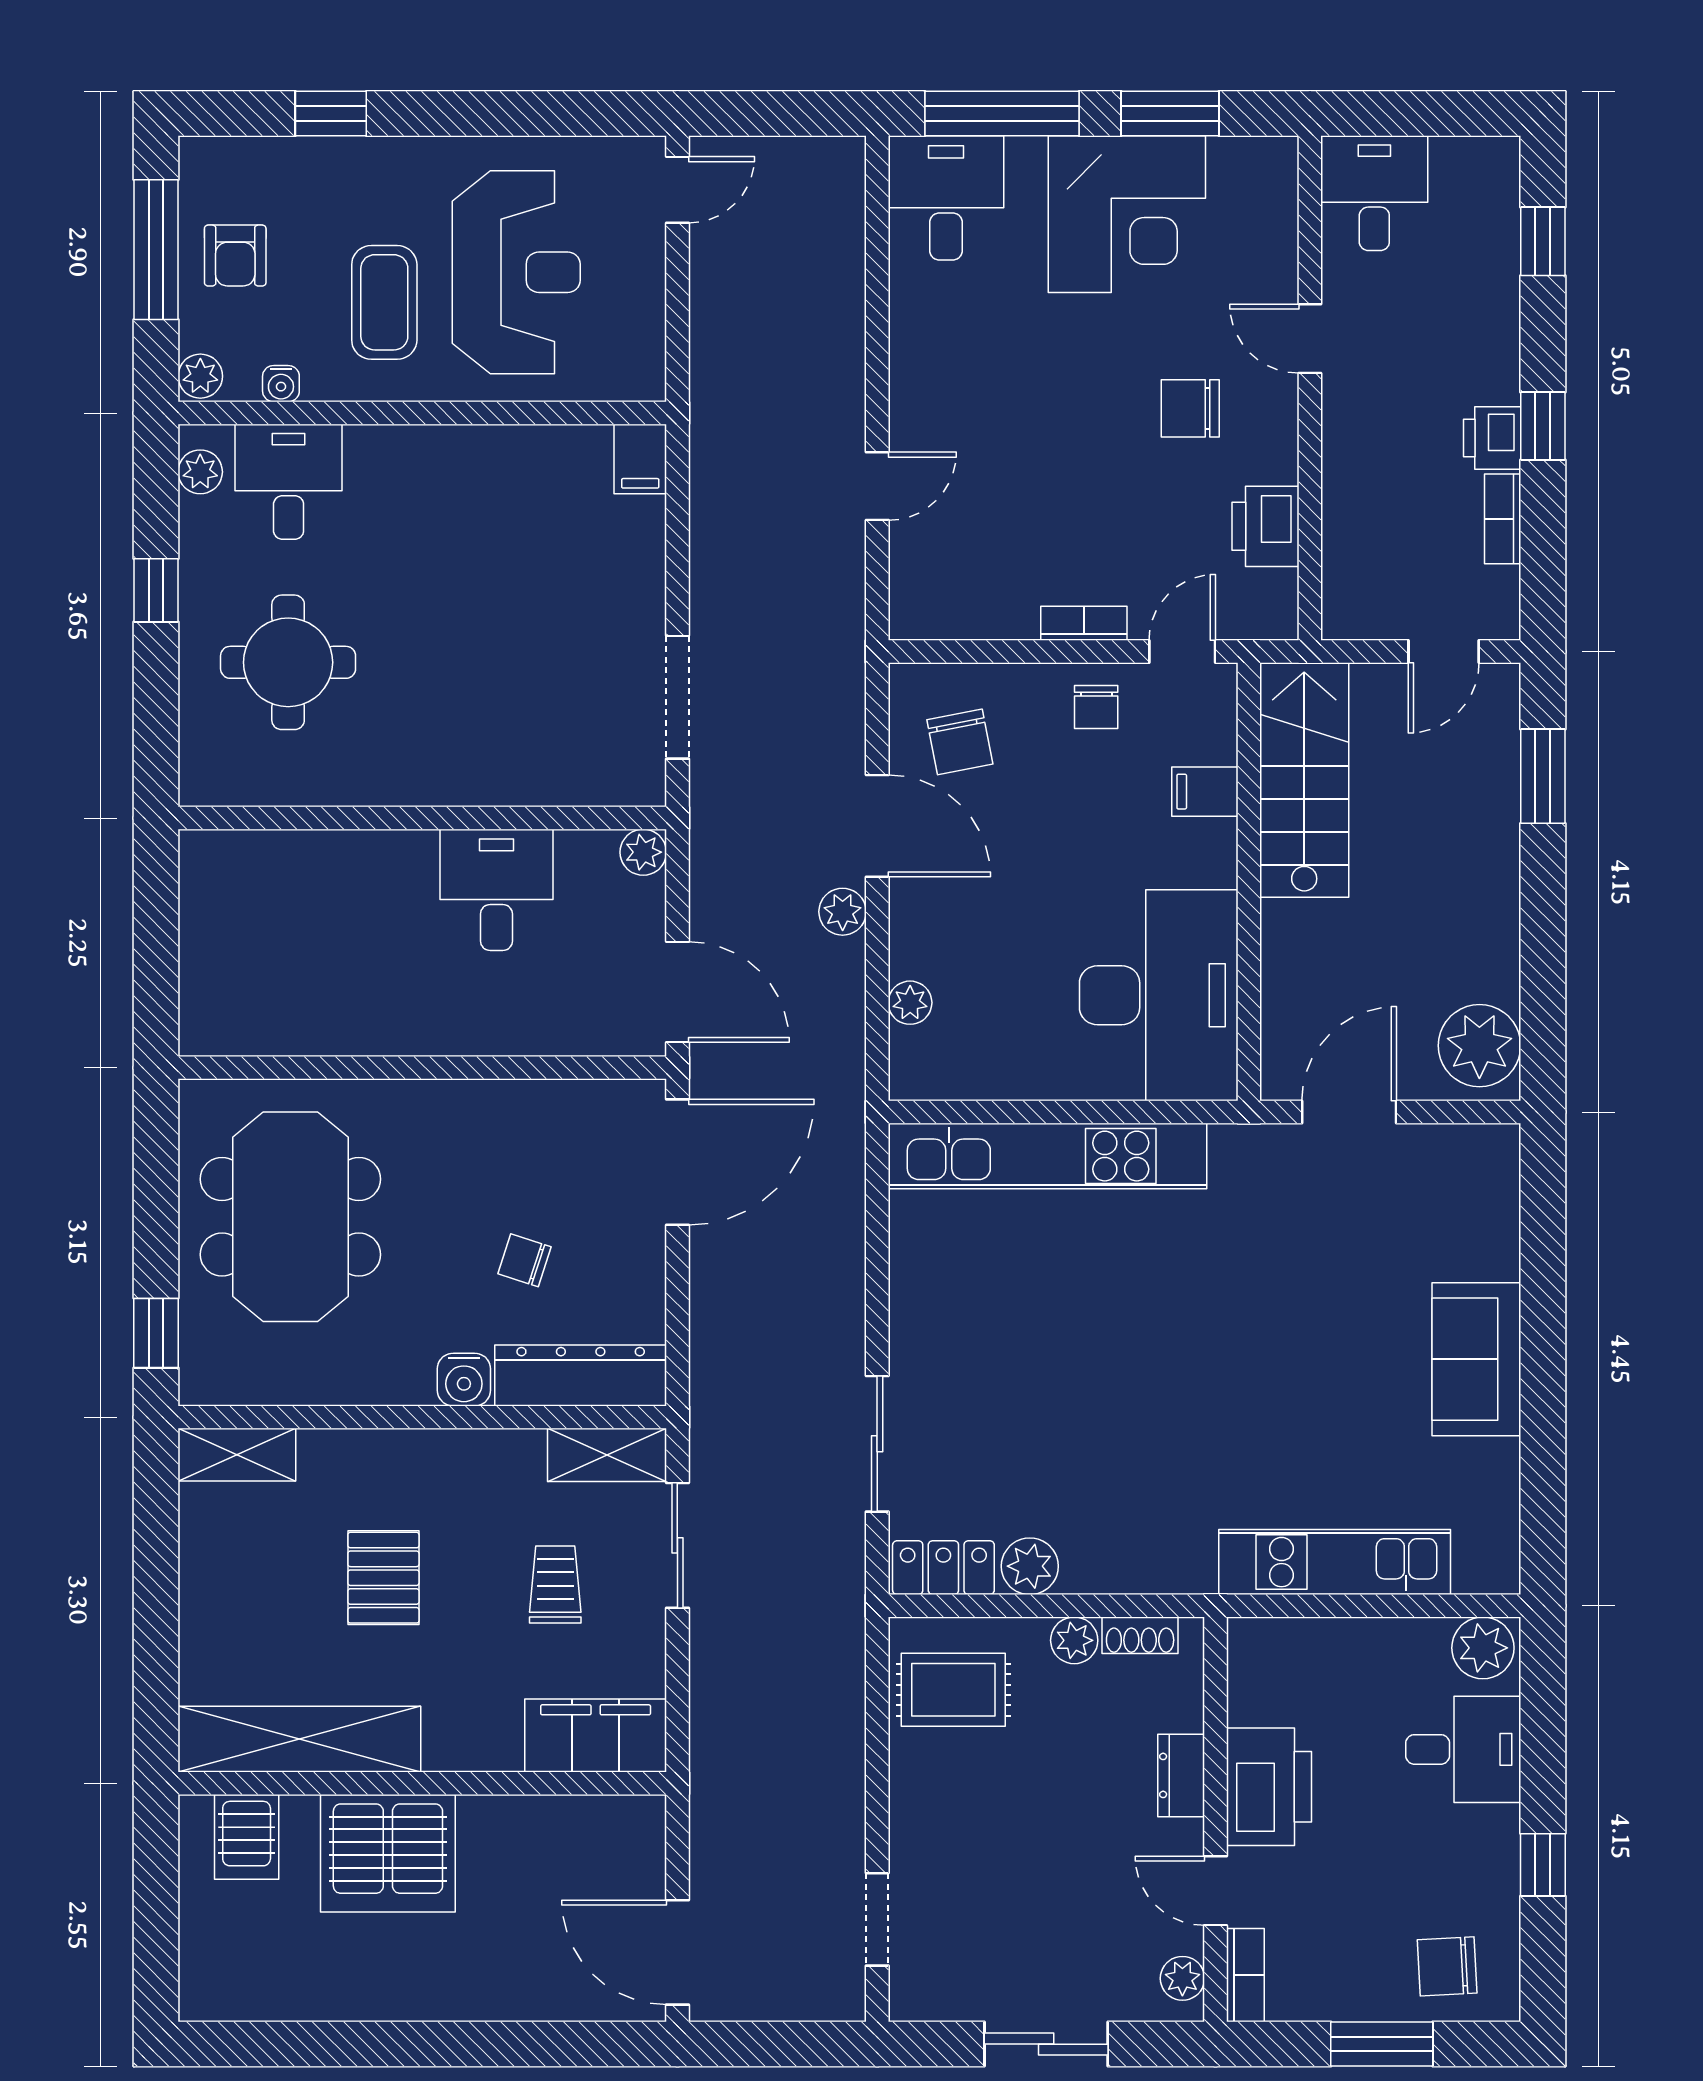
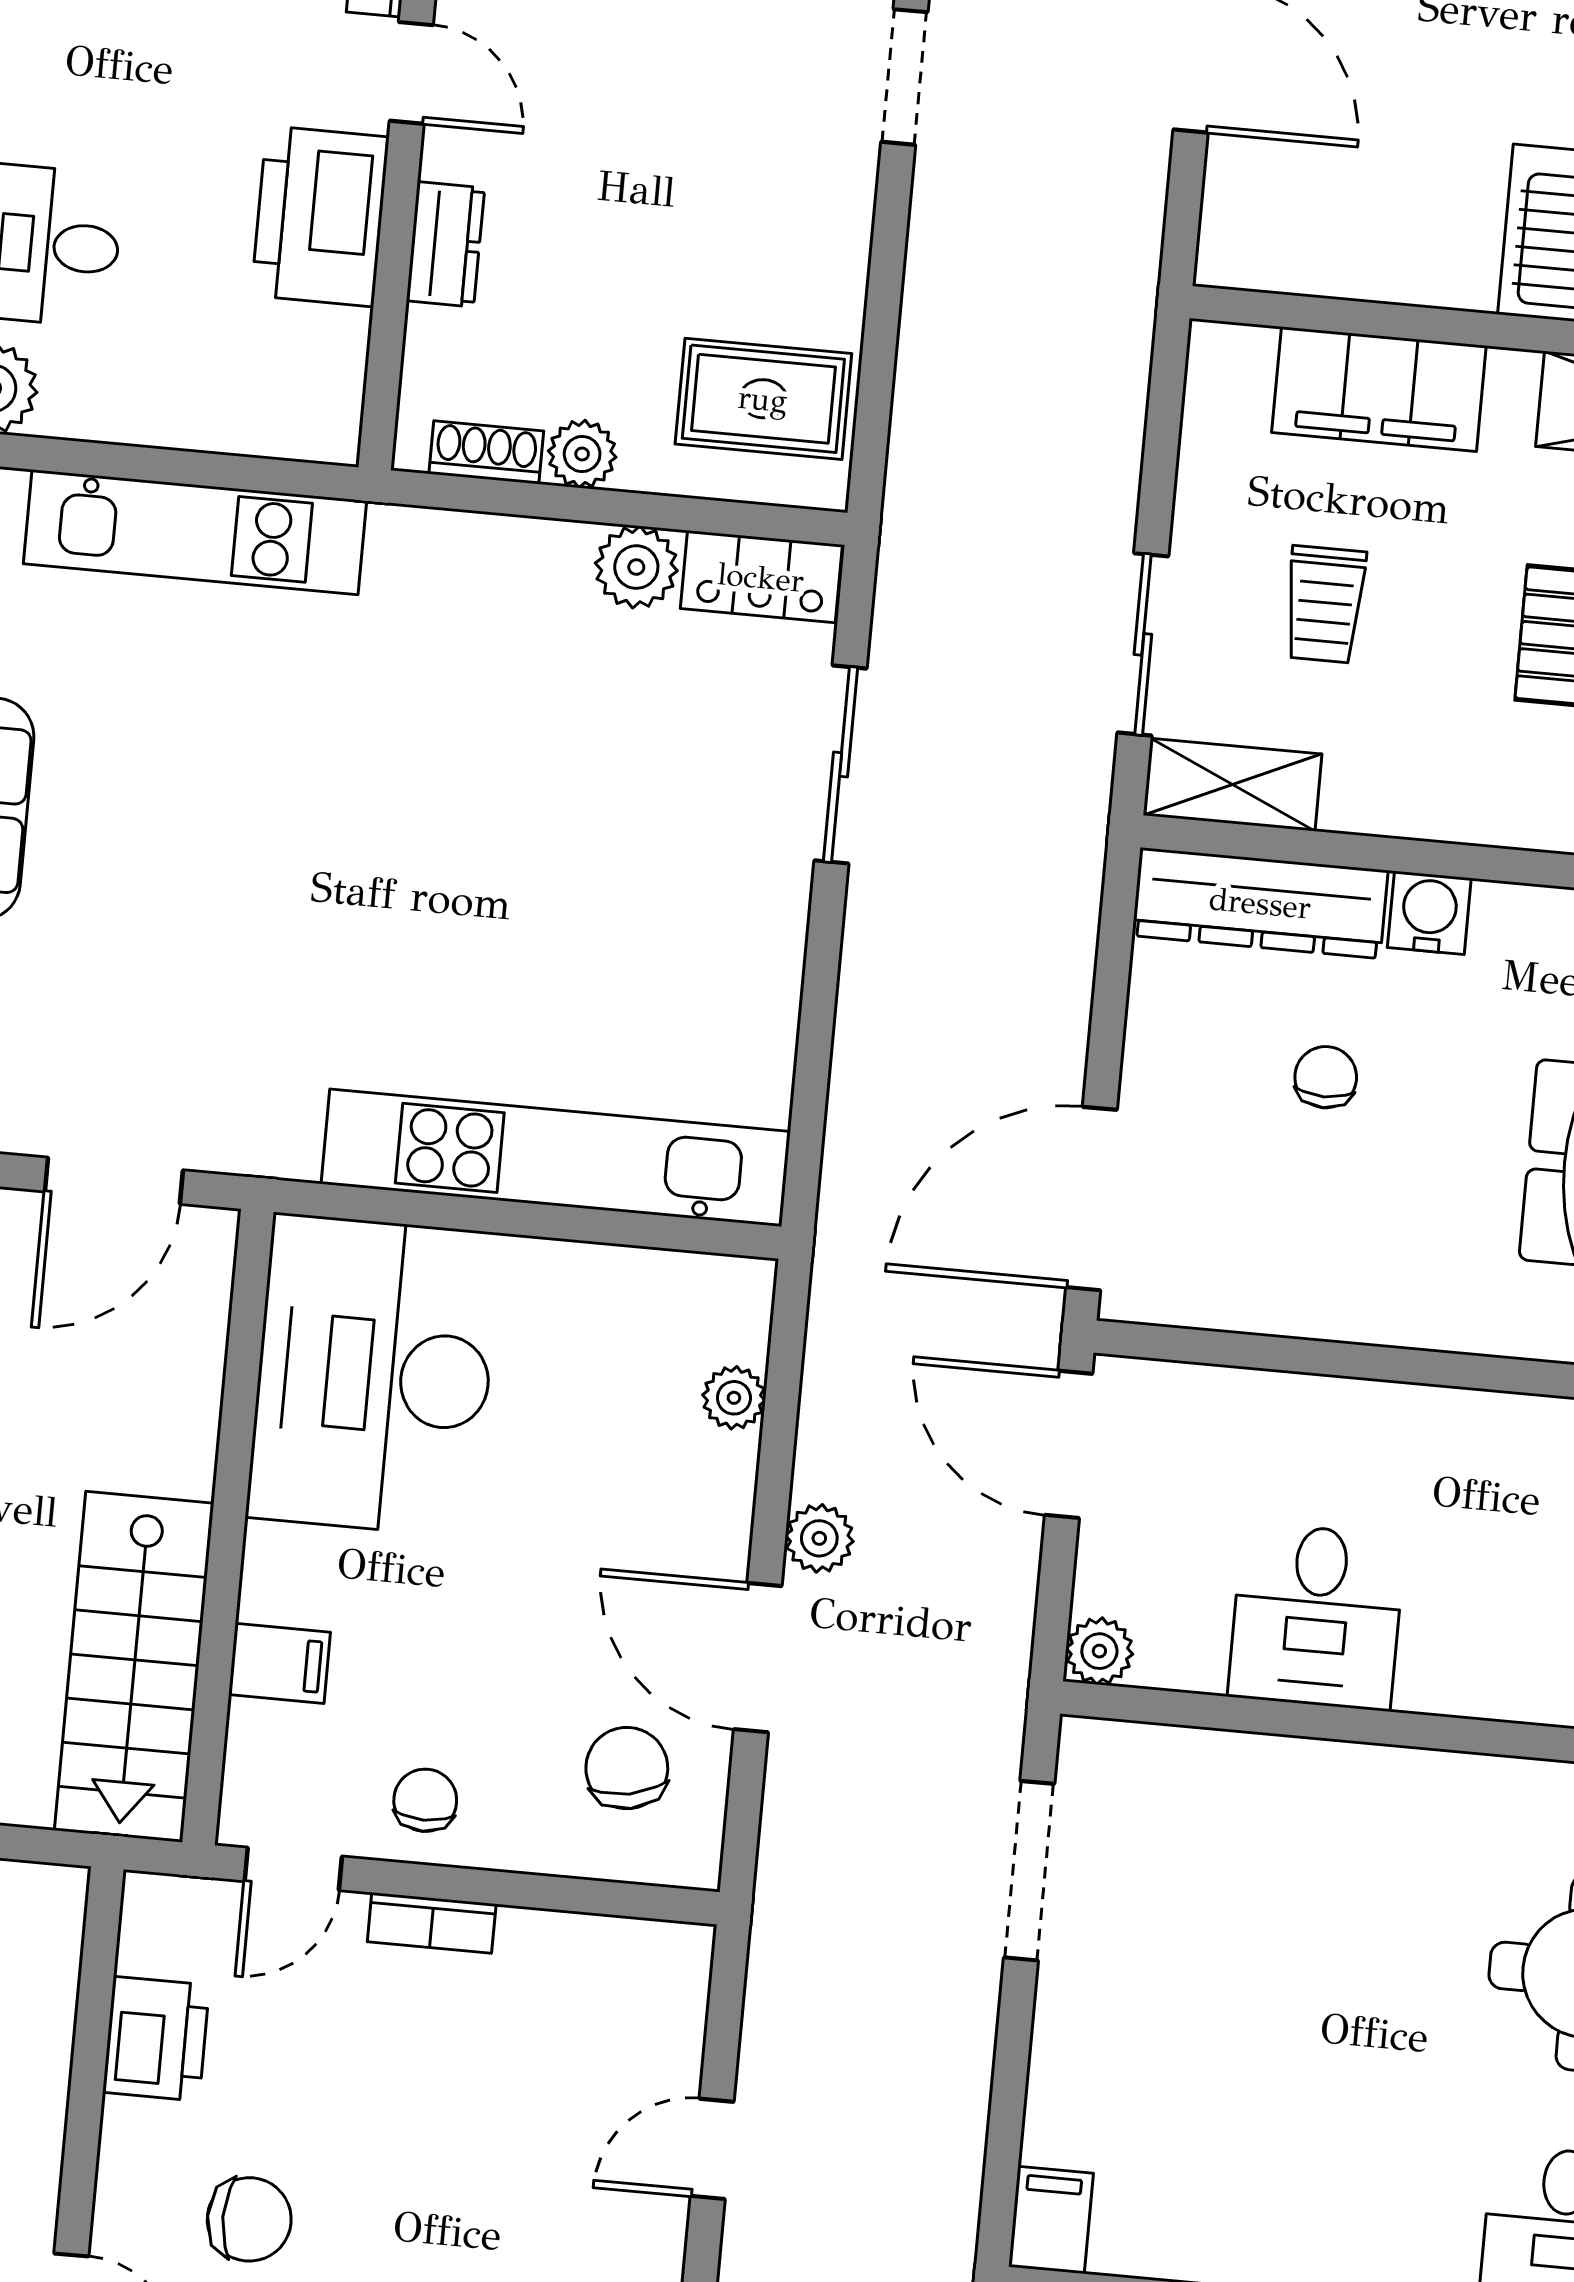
chair: (525, 1260) -> (1326, 1077), turned -108
filing cabinet: (596, 1736) -> (1379, 389), moved

